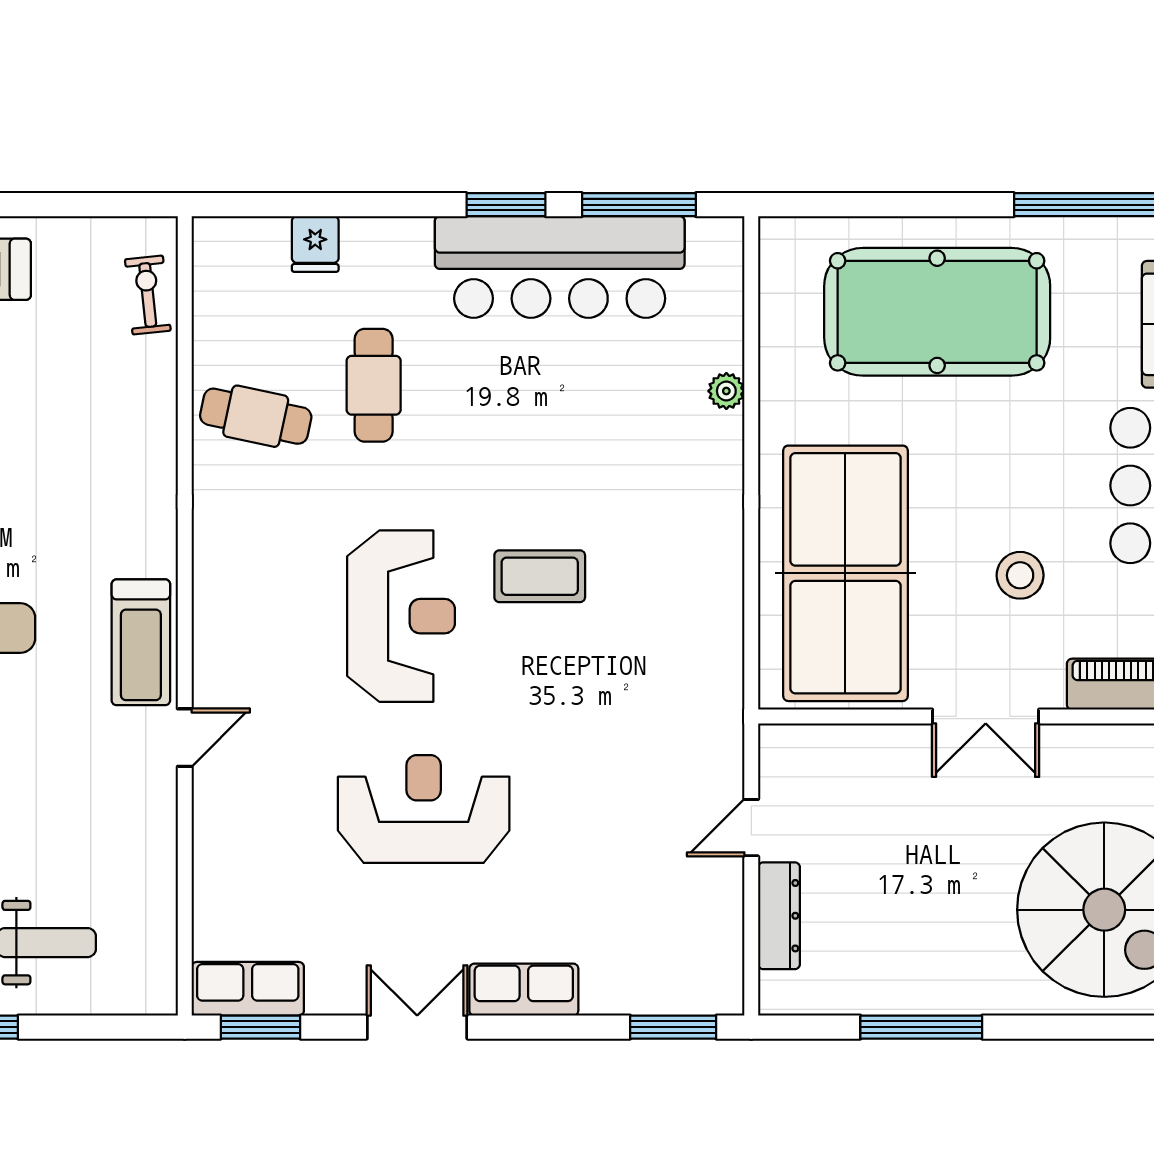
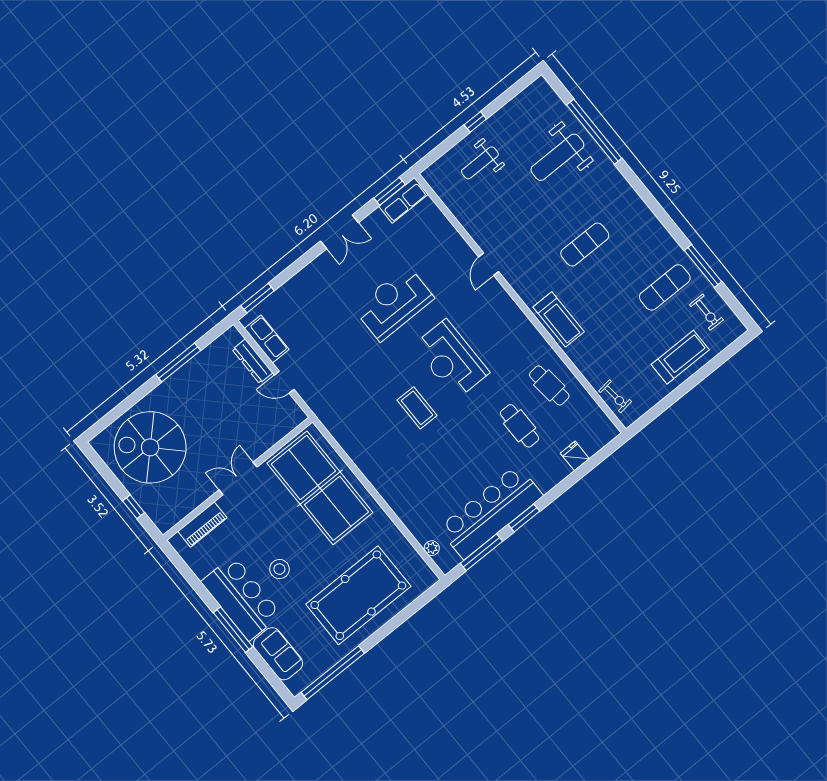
plant: (726, 391) -> (432, 548), moved
cafe table: (256, 416) -> (549, 385), turned 72
stool: (1020, 575) -> (279, 569), moved
coffee table: (540, 576) -> (417, 408), turned 90
treadmill: (141, 642) -> (559, 319), moved, turned 180
reception desk: (424, 809) -> (394, 303), turned 180
door: (751, 828) -> (284, 382), swing flipped
row of seats: (524, 990) -> (267, 339), moved, turned -90

